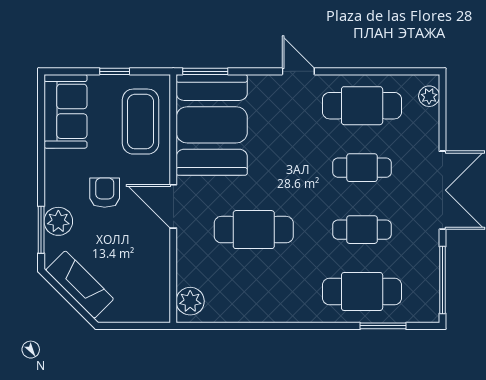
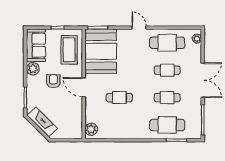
plant: (58, 221) -> (33, 69), moved
cafe table: (254, 230) -> (119, 98), width x0.73, depth x0.74

